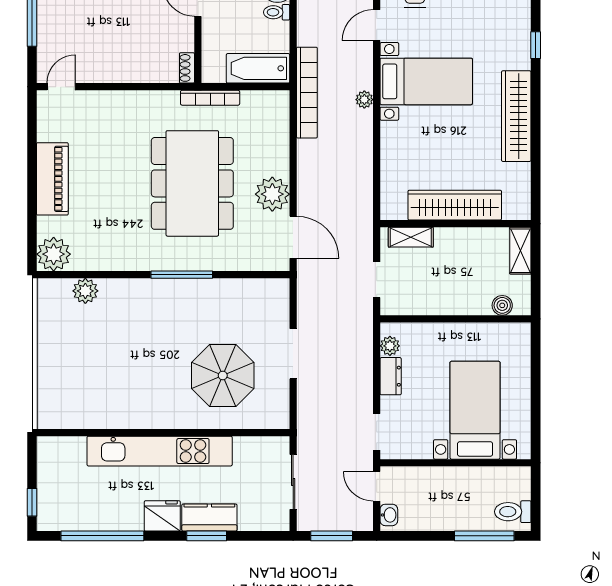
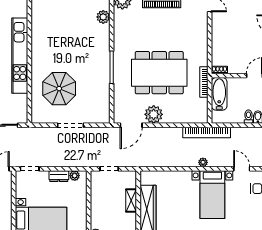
bathtub: (258, 68) -> (219, 94), moved
shelving: (411, 237) -> (131, 200), moved

